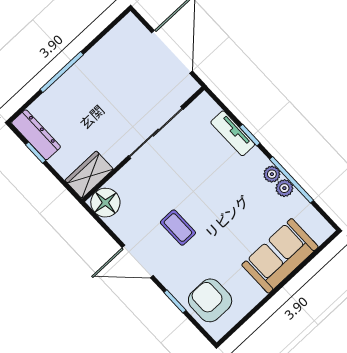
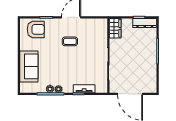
floor lamp: (105, 203) -> (101, 25), removed

